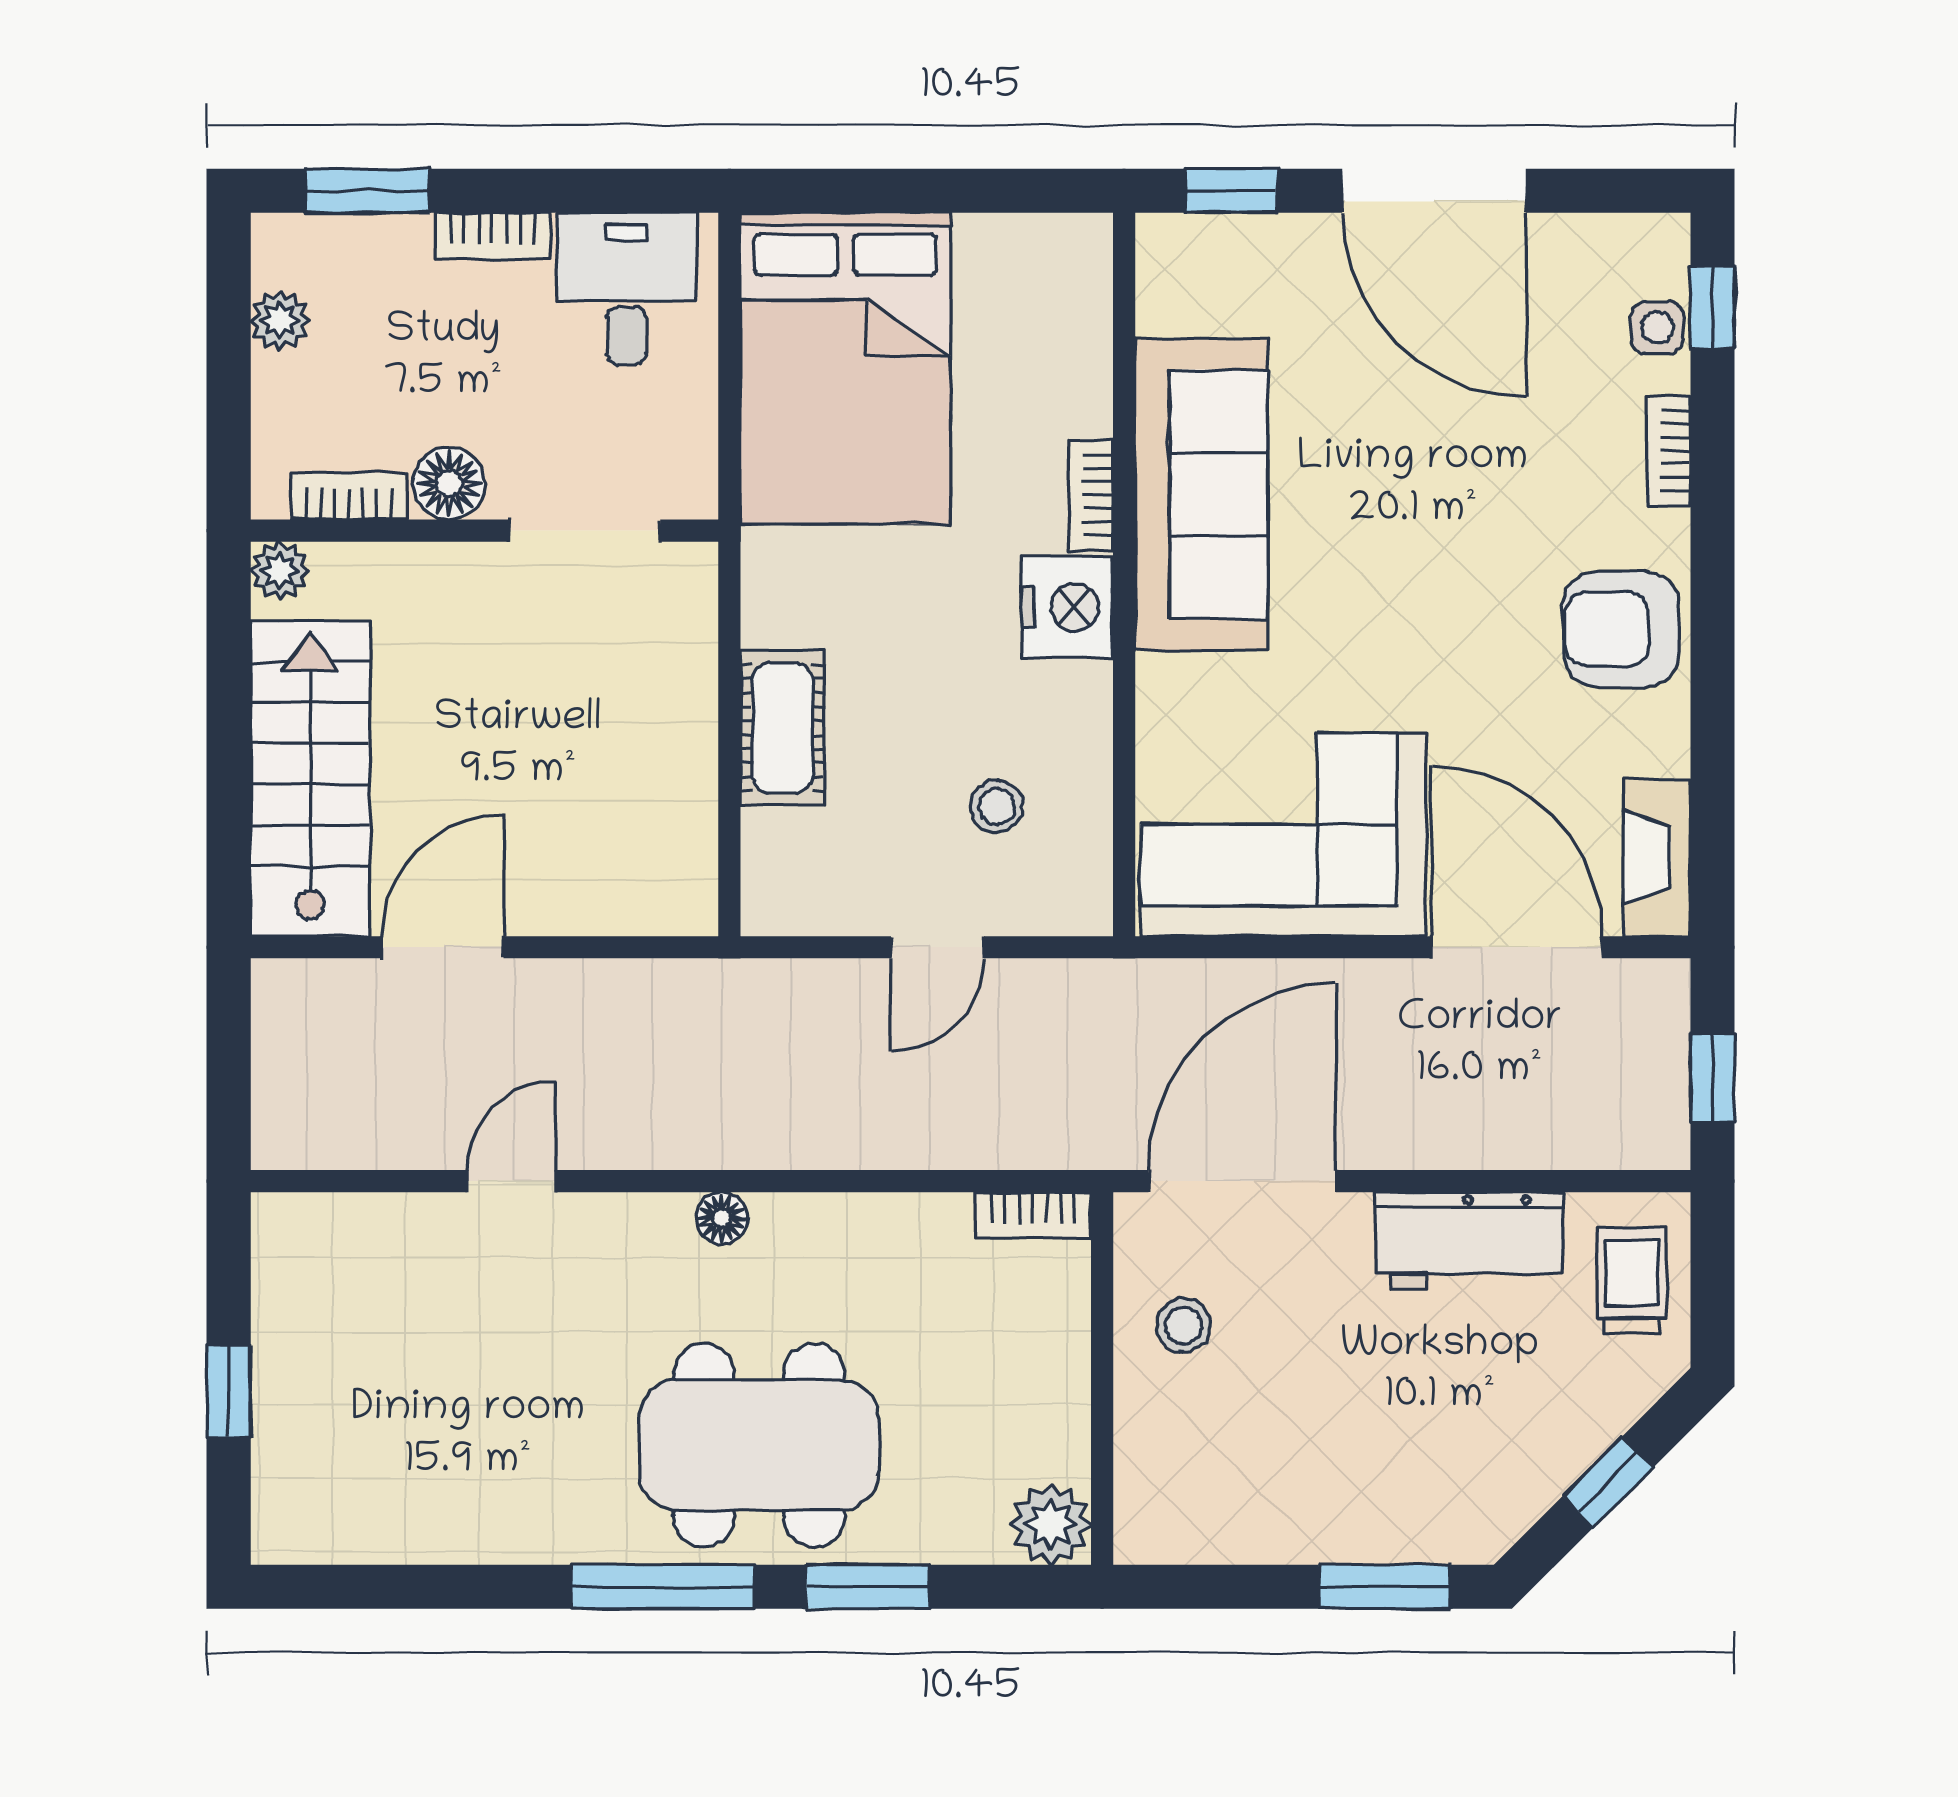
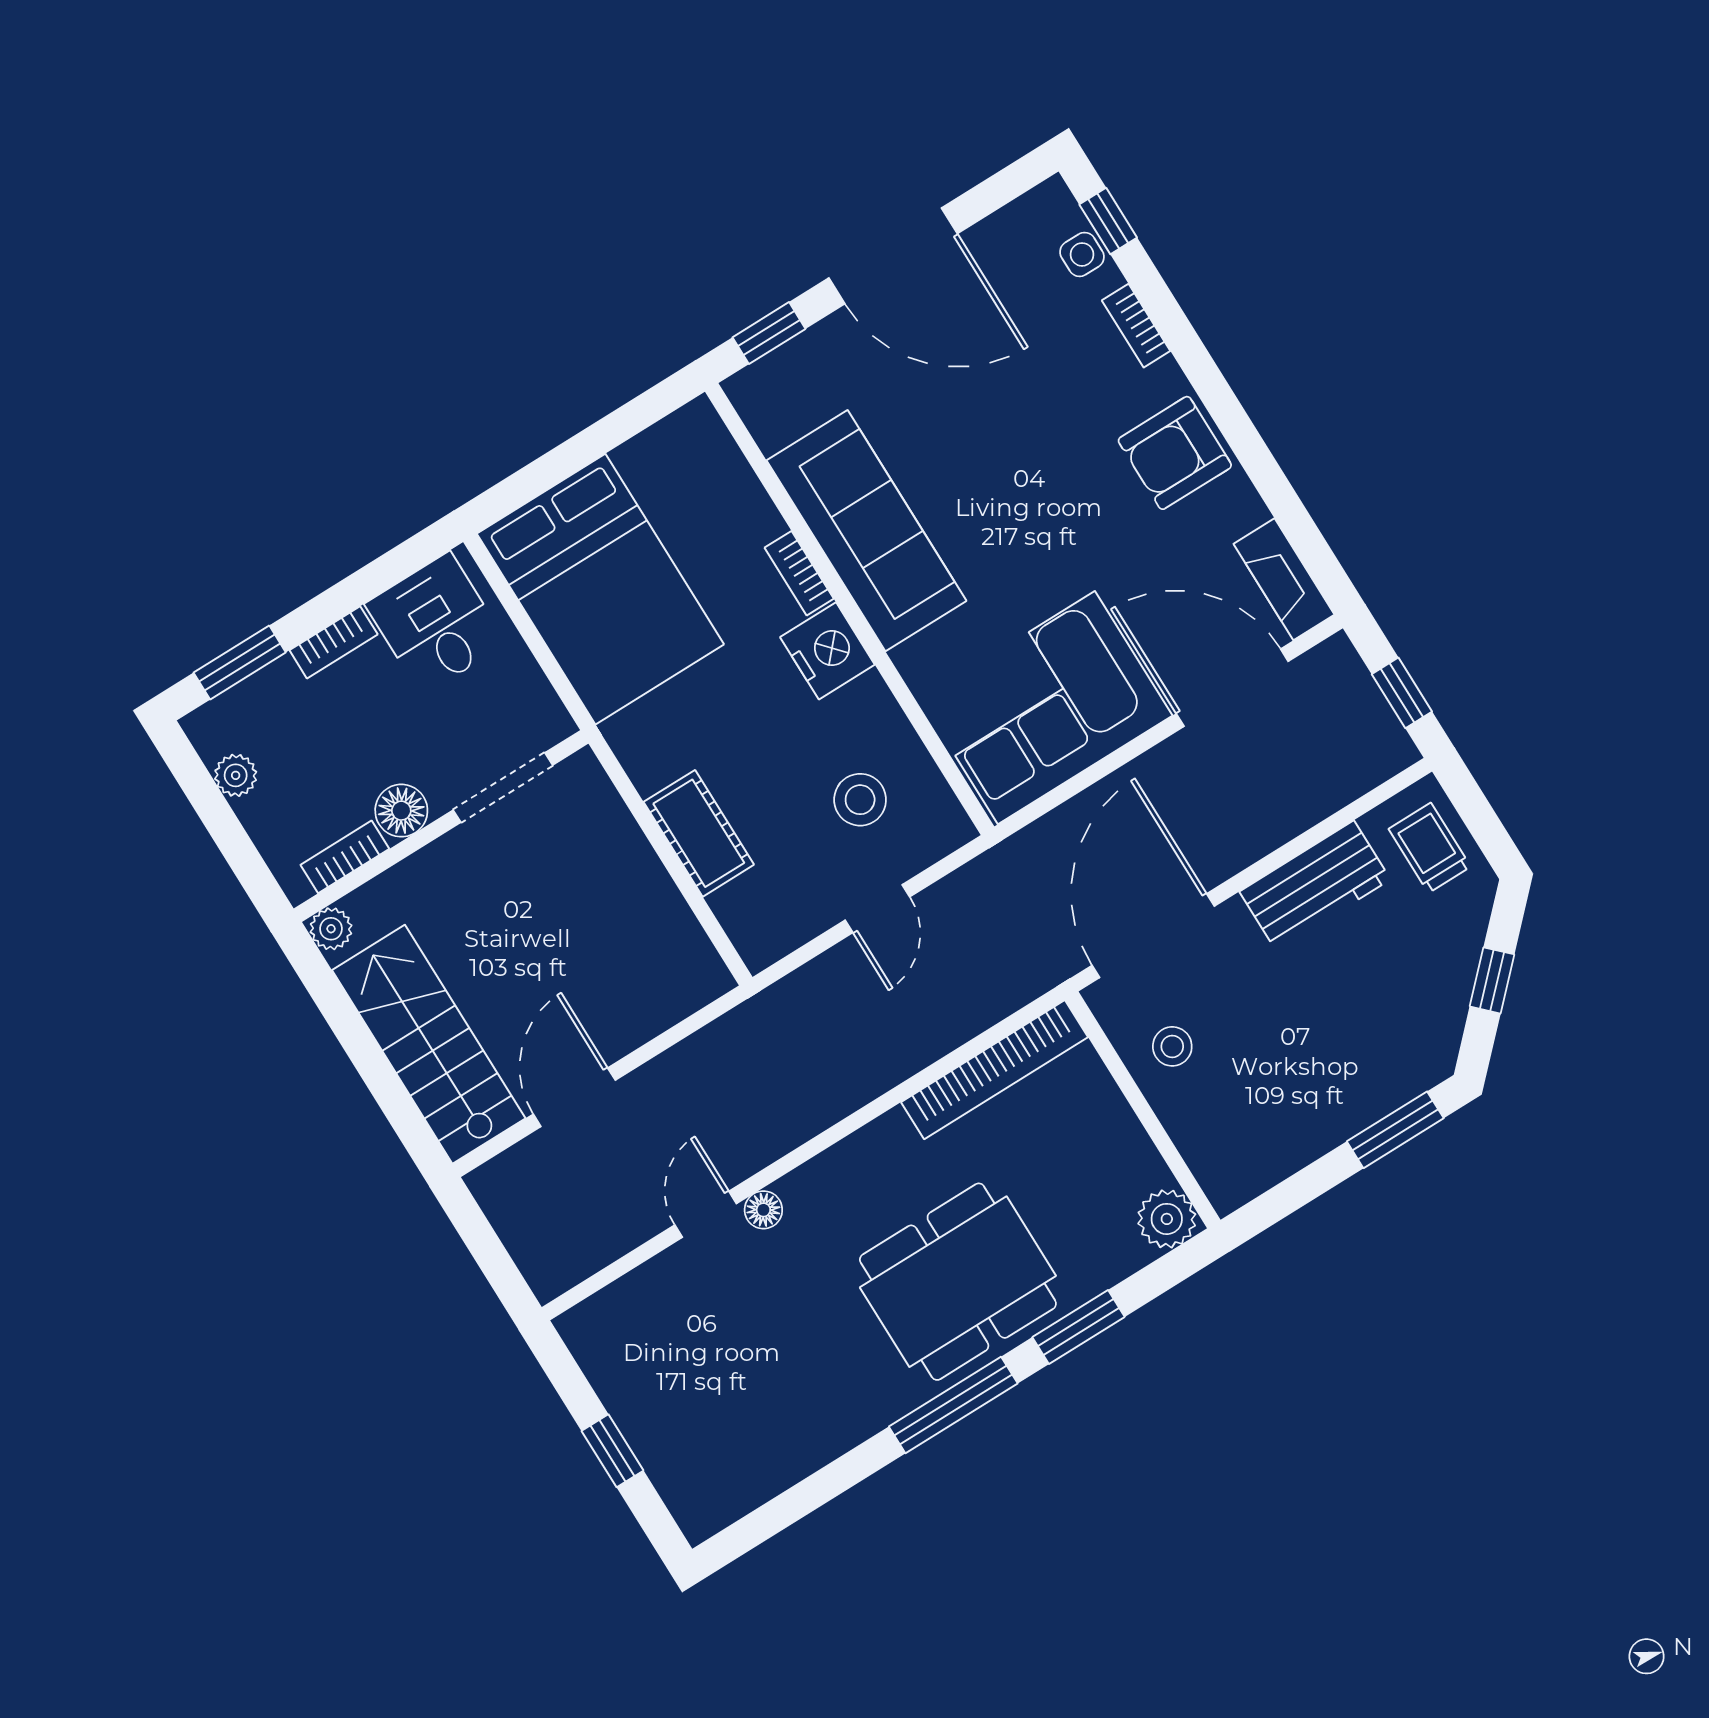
stool: (997, 806) -> (860, 800), width x1.37, depth x1.37
bookcase: (1033, 1215) -> (995, 1070), width x2.31, depth x1.31
floor lamp: (722, 1218) -> (763, 1210), moved

